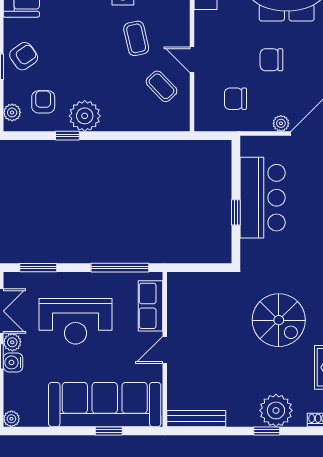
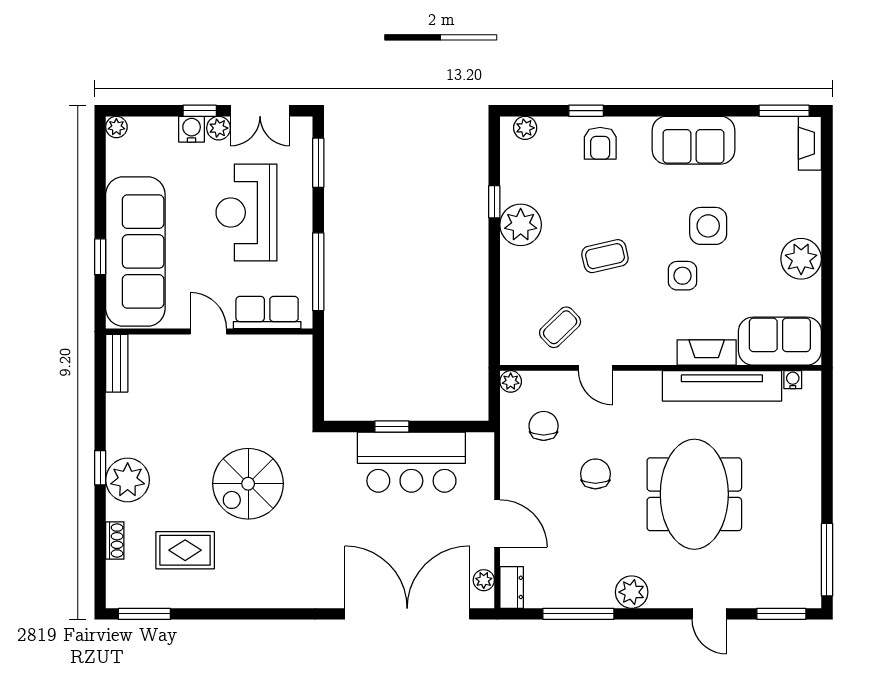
coffee table: (136, 38) -> (605, 256), moved
armchair: (24, 56) -> (600, 143), turned 35
door: (192, 60) -> (595, 368), swing flipped
armchair: (43, 102) -> (539, 169), removed
plant: (281, 123) -> (511, 381), moved
bench: (196, 419) -> (117, 363), width x0.73

